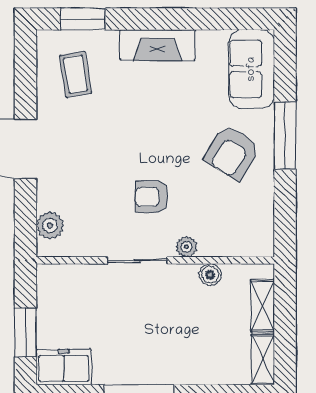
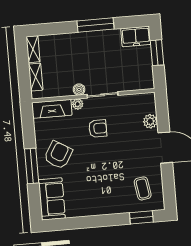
fireplace: (158, 45) -> (52, 109), moved, turned 180
plant: (50, 225) -> (150, 121), moved
boiler: (210, 275) -> (79, 89), moved

